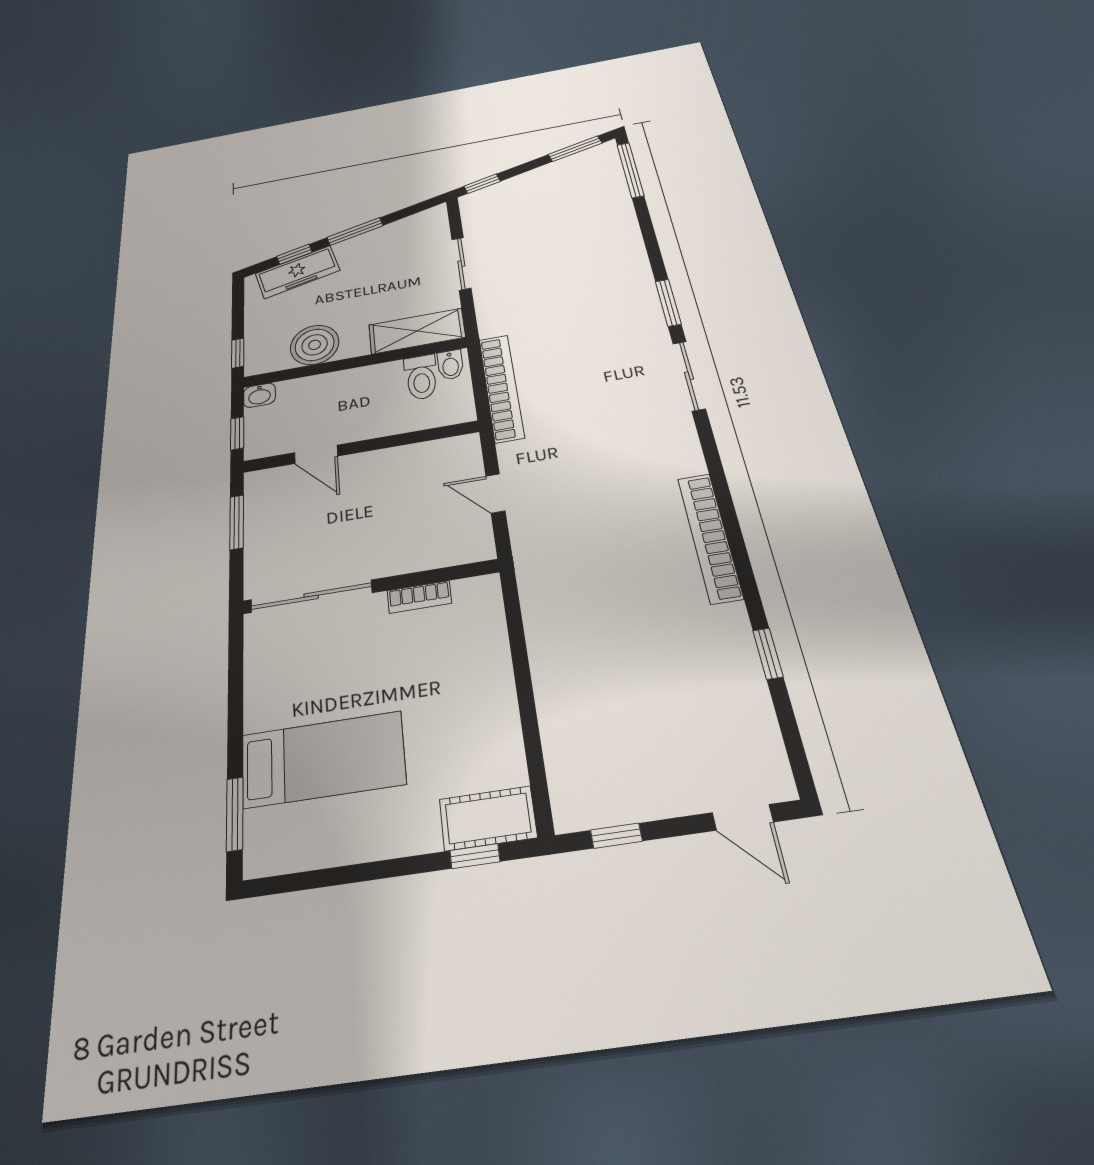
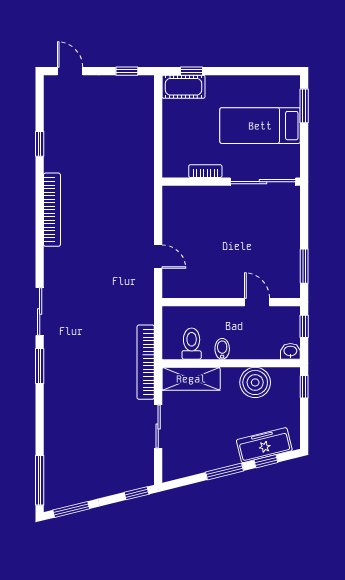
bidet: (450, 365) -> (222, 349), moved
bookcase: (501, 388) -> (146, 362), moved
wall: (370, 587) -> (231, 182), moved
sliding door: (311, 596) -> (263, 182), moved
bookcase: (419, 597) -> (205, 171), moved

